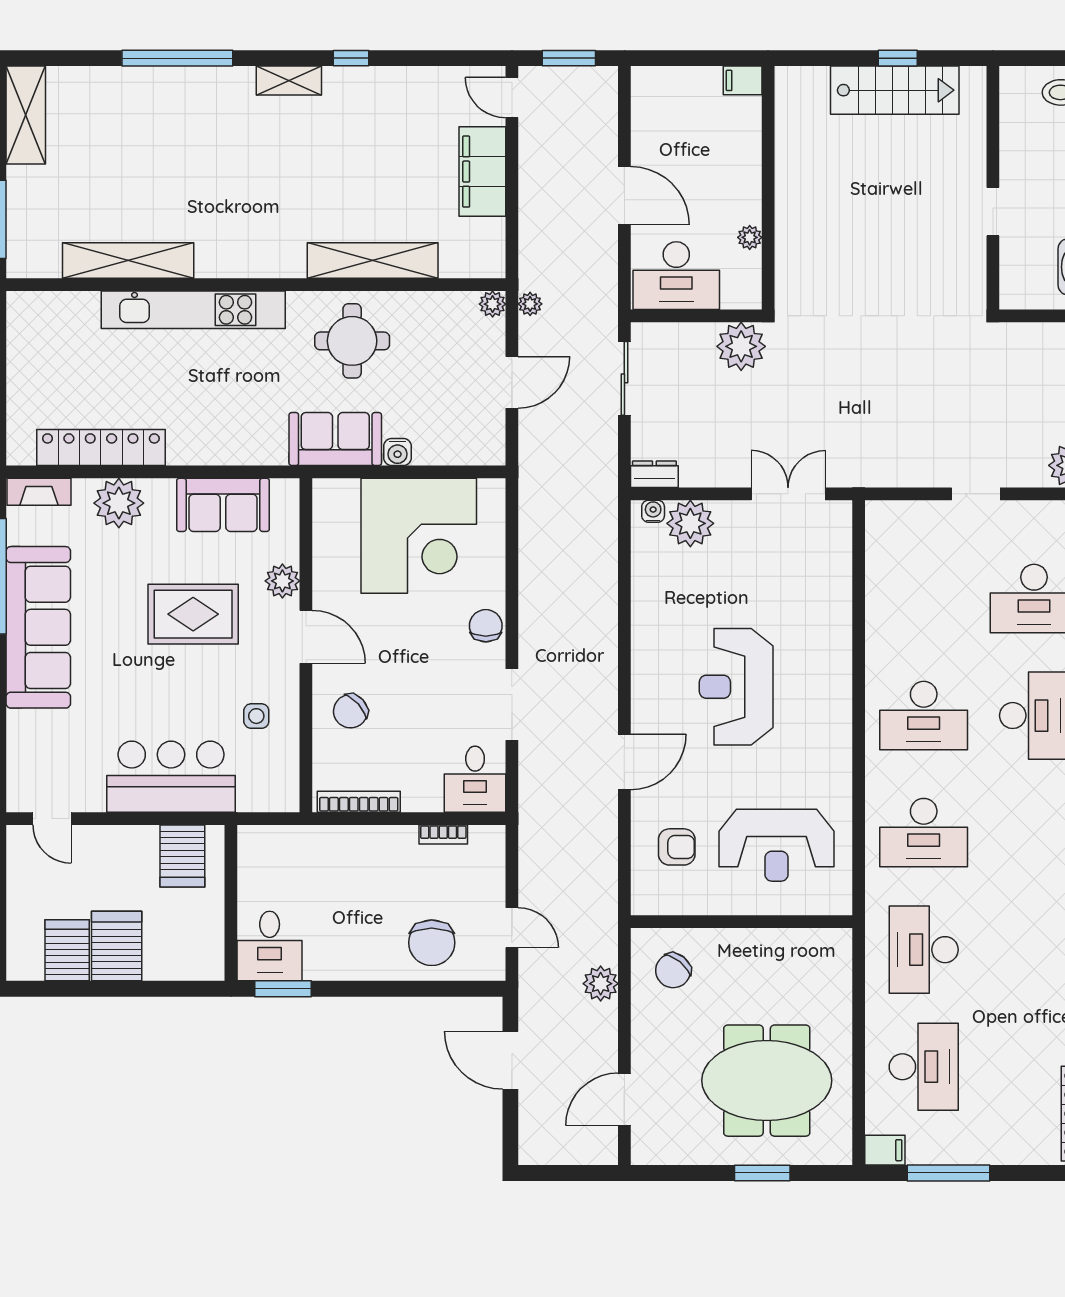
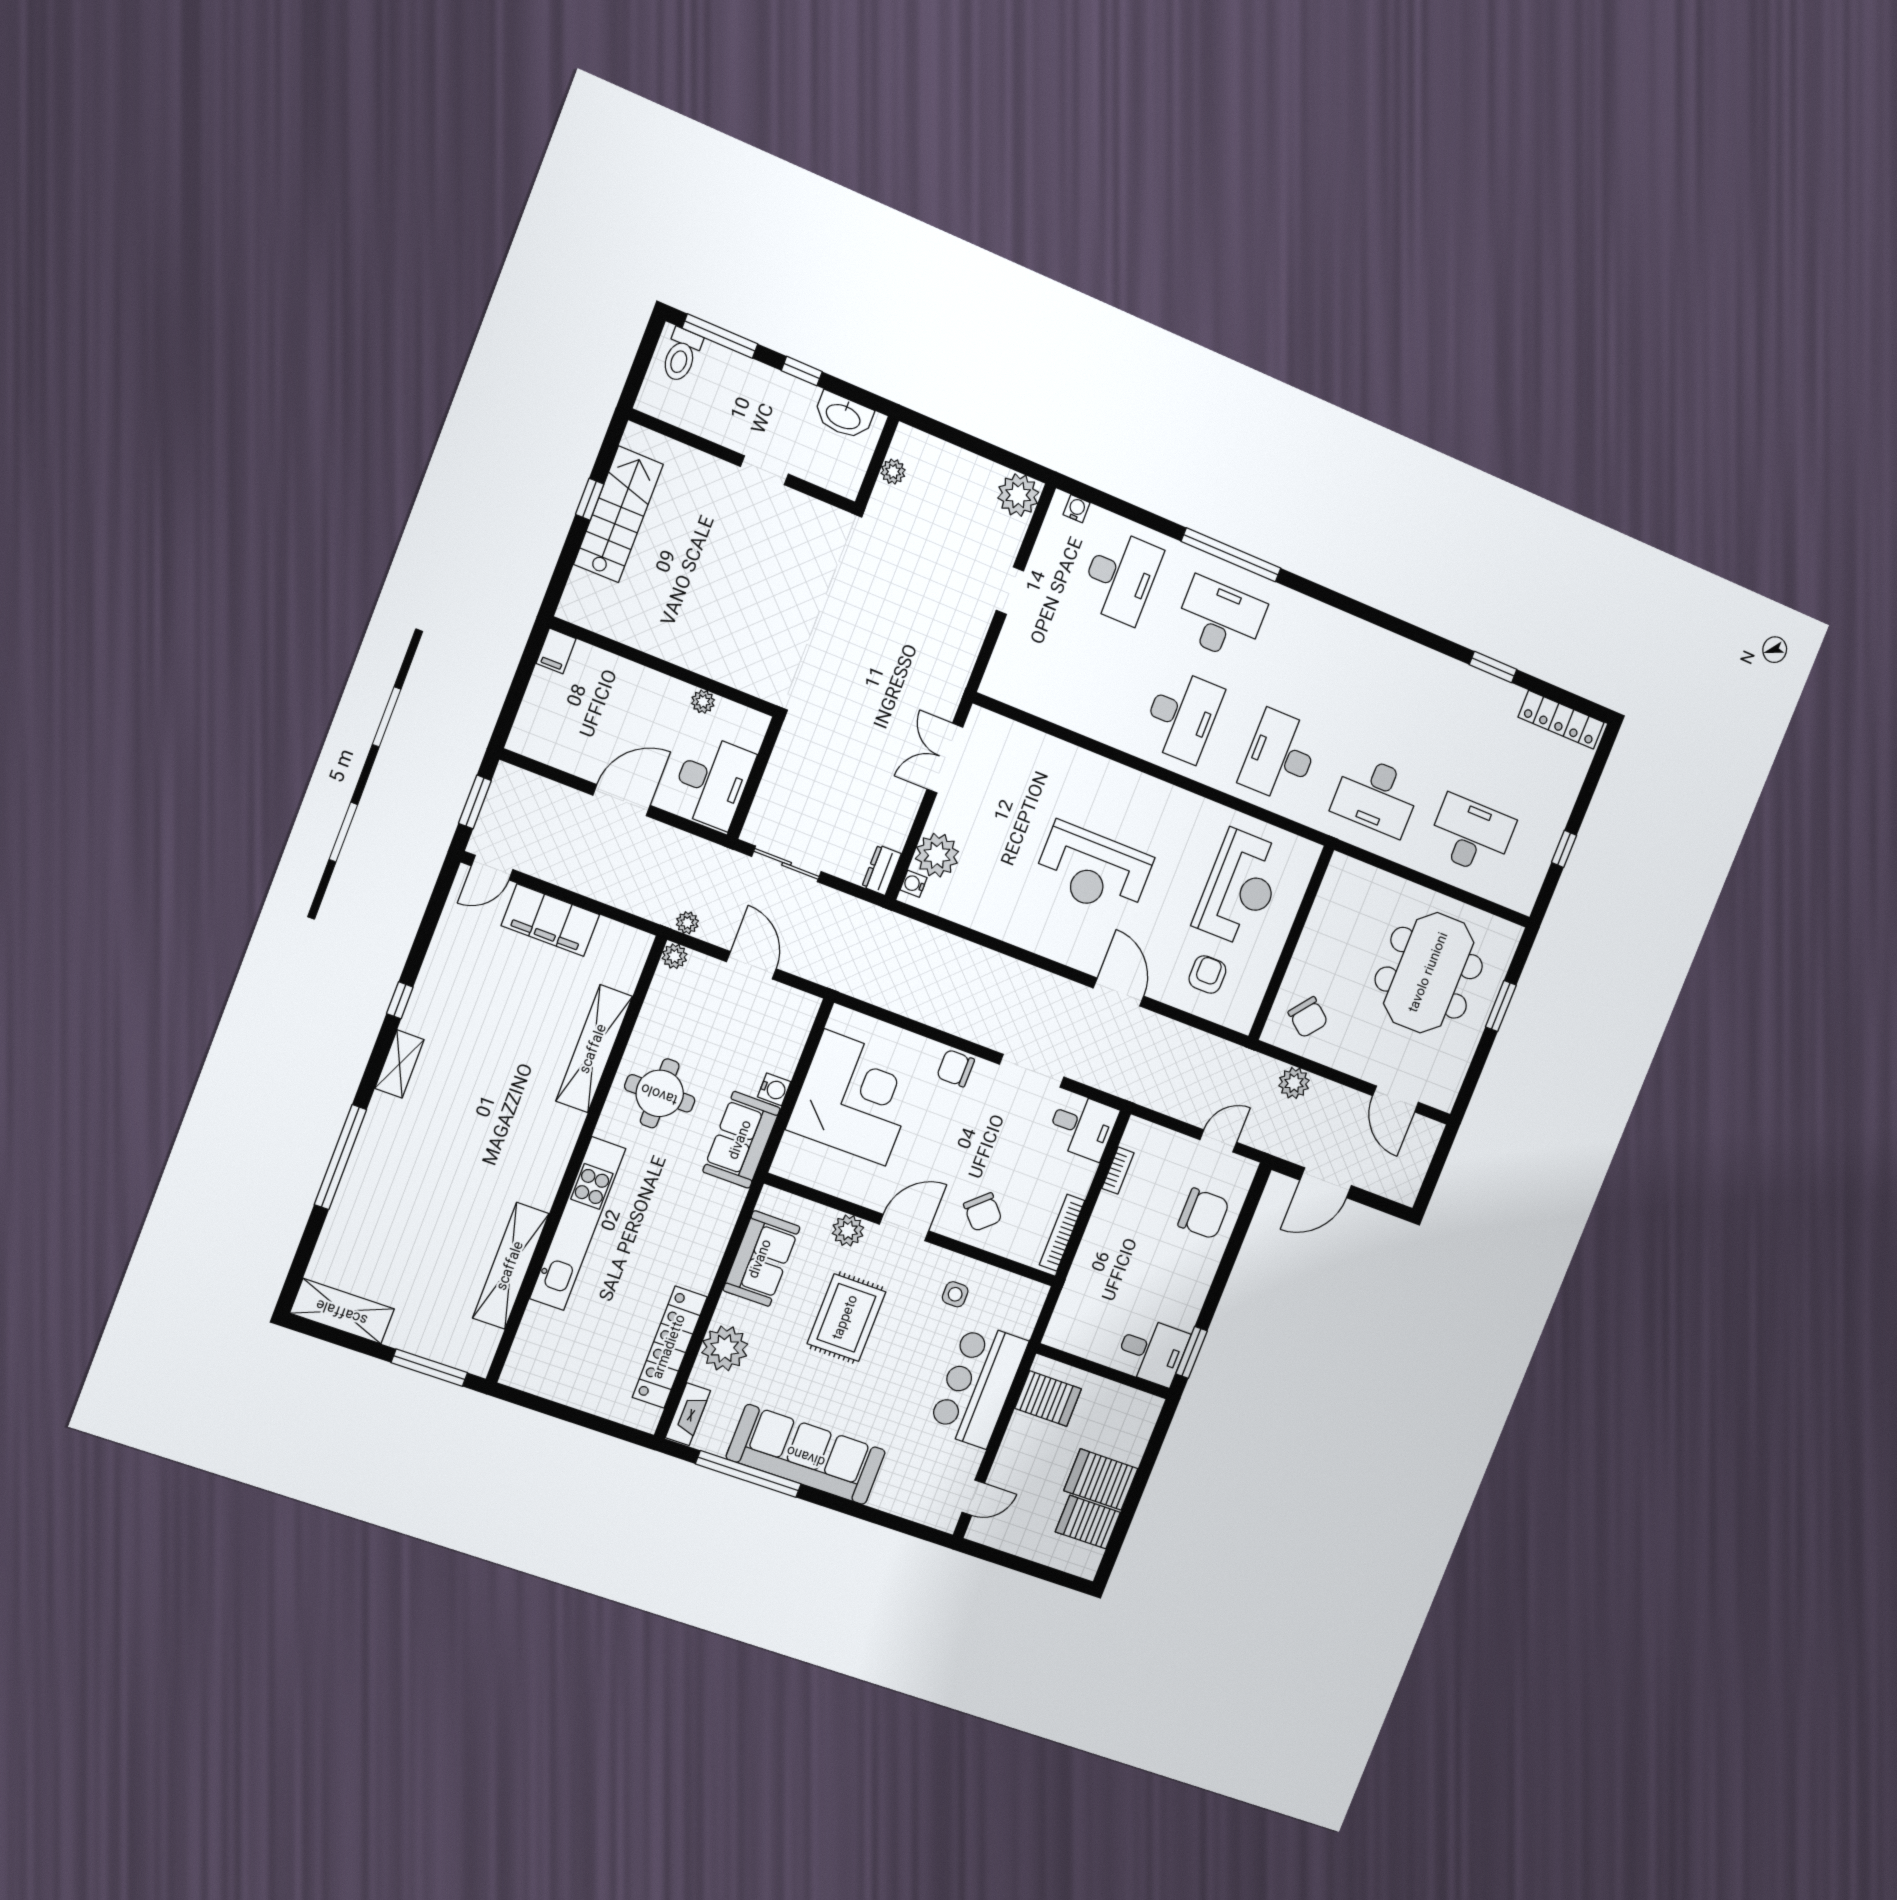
plant: (741, 346) -> (893, 472), moved, width x0.53, depth x0.53
desk: (924, 833) -> (1280, 756), turned 180
filing cabinet: (885, 1150) -> (1524, 895), removed
window: (948, 1173) -> (1564, 849), width x0.46

